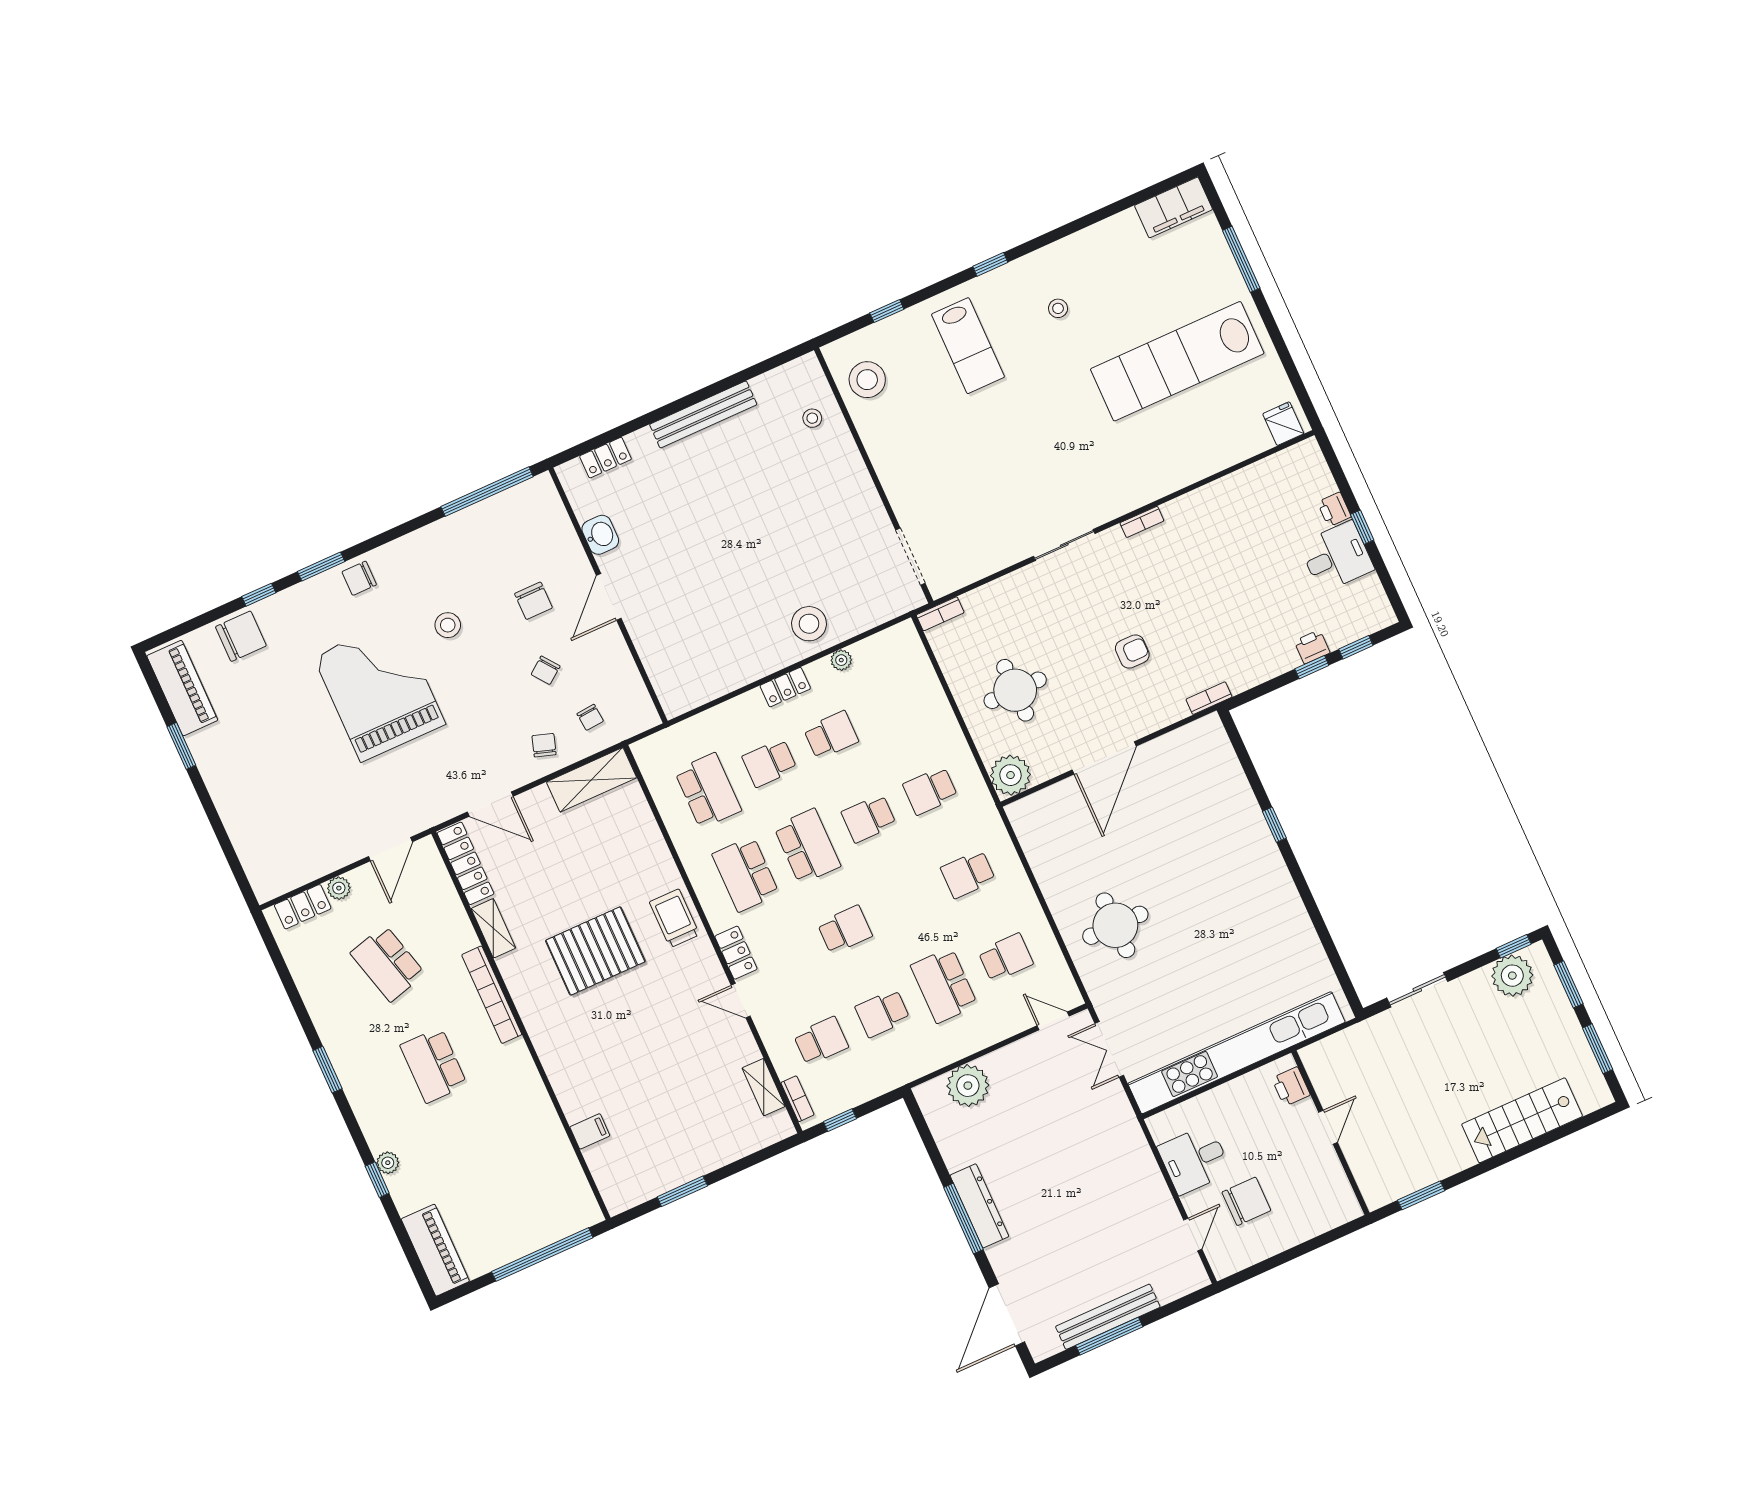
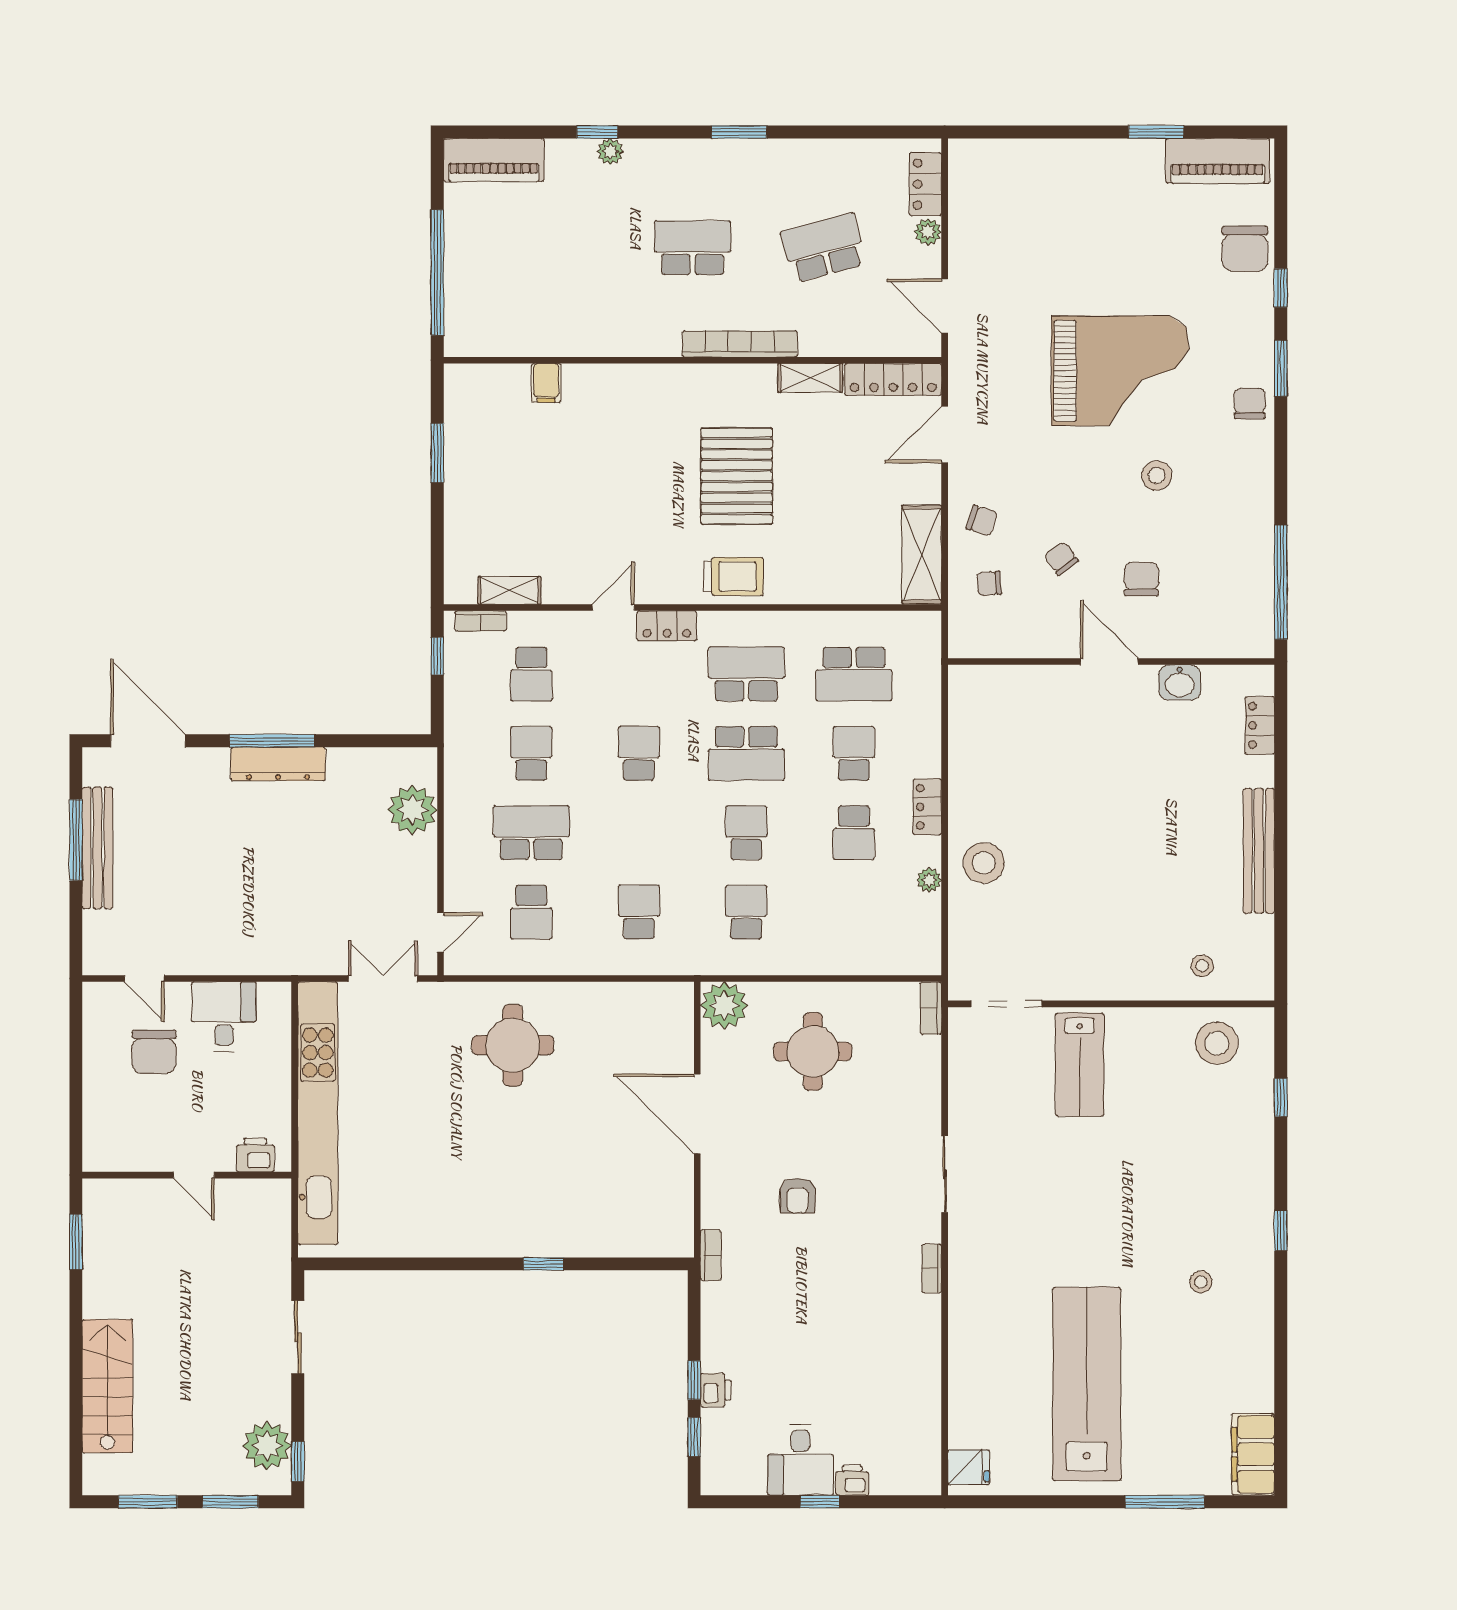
lab bench: (968, 346) -> (1080, 1065), moved, turned -90
chair: (533, 601) -> (1141, 579), turned 90
school desk: (845, 930) -> (639, 753), turned 180

